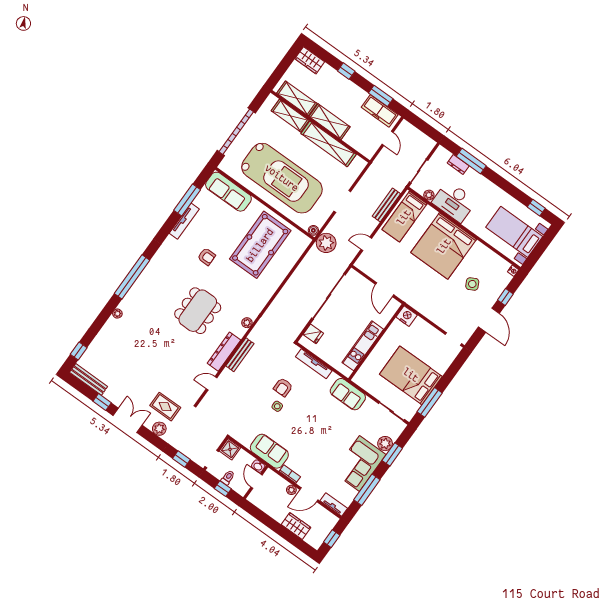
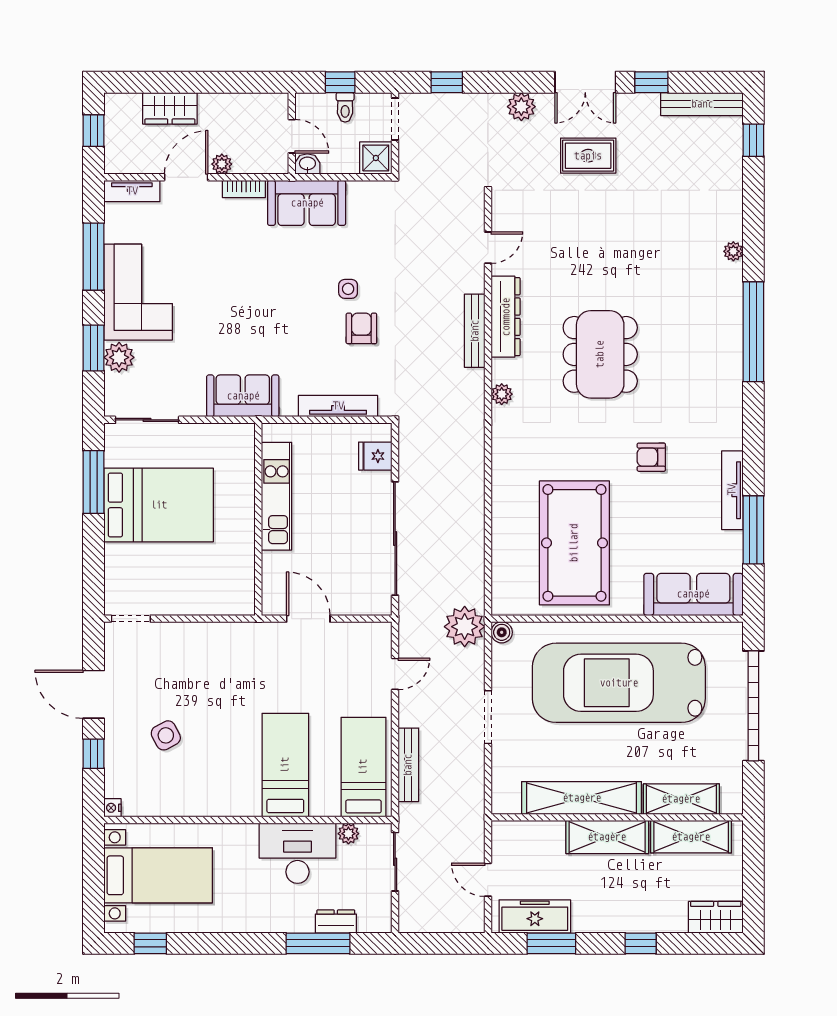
bed: (444, 246) -> (285, 765), width x0.49
nightstand: (407, 316) -> (238, 600), removed
rug: (165, 407) -> (588, 156), moved

